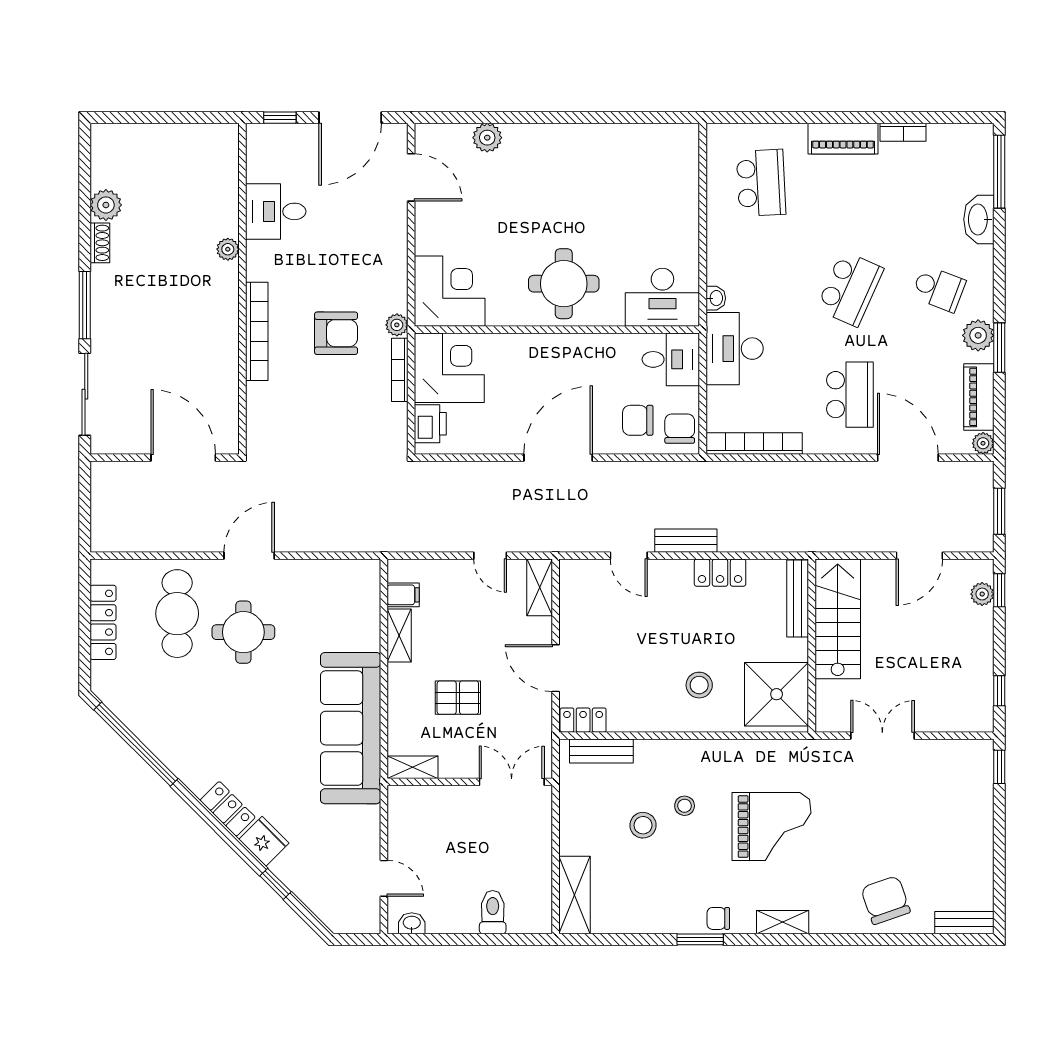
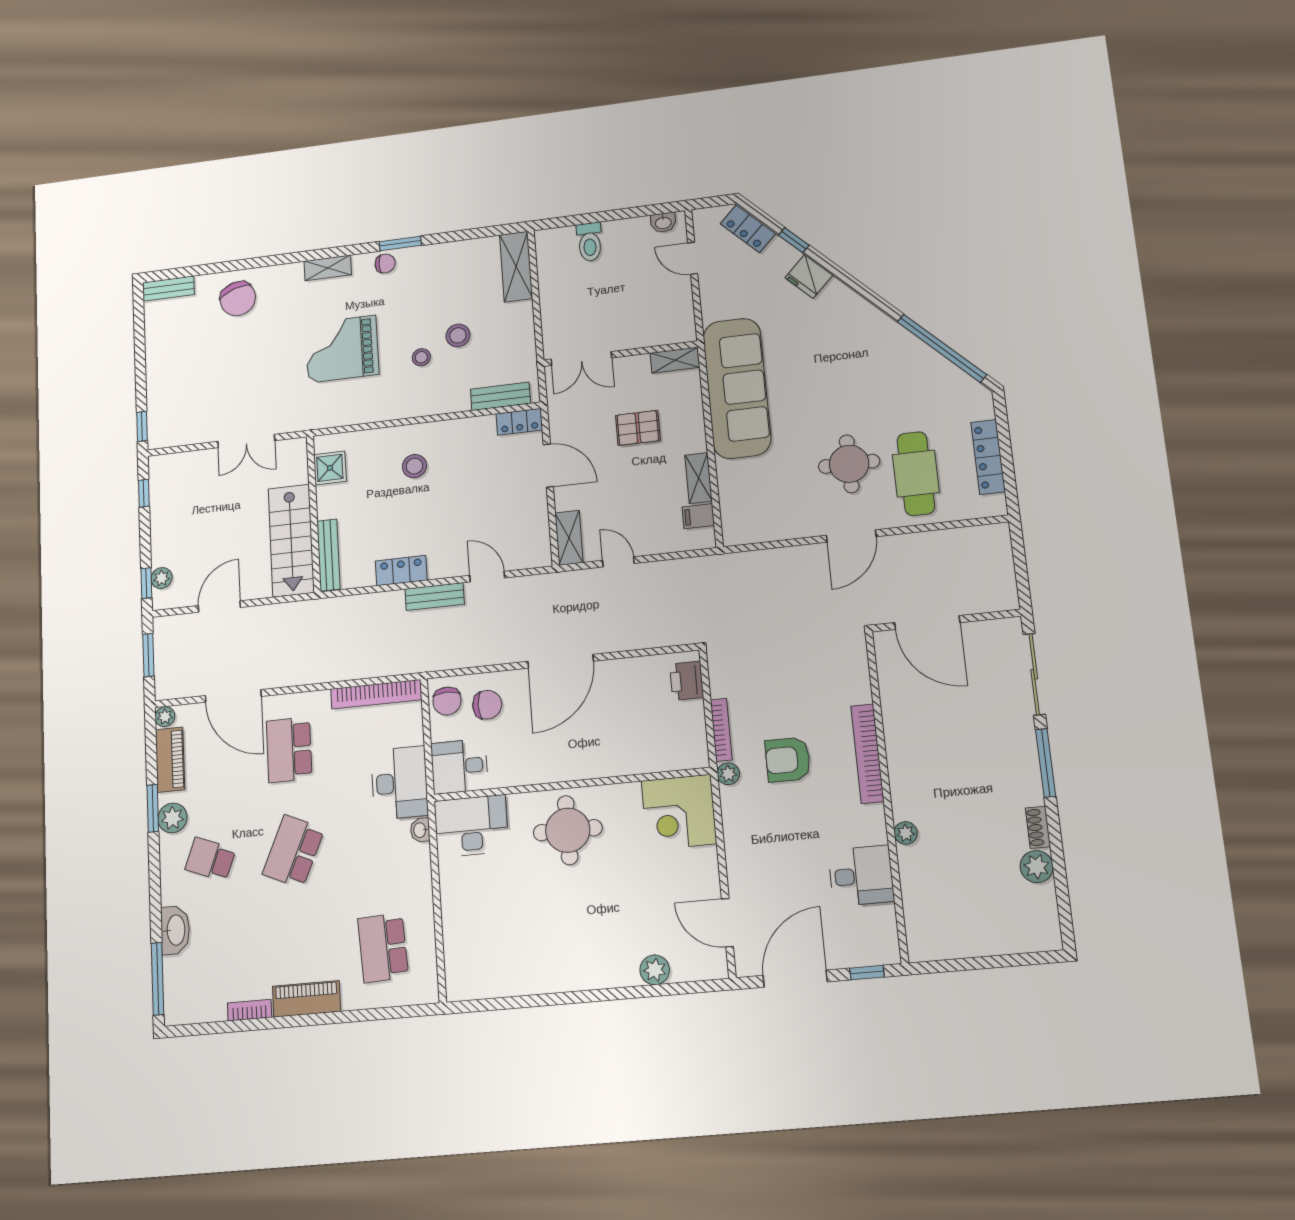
corner desk: (449, 368) -> (673, 737), removed
shower: (777, 694) -> (330, 468), width x0.54, depth x0.54
locker: (228, 809) -> (748, 229), moved

